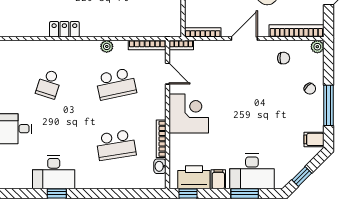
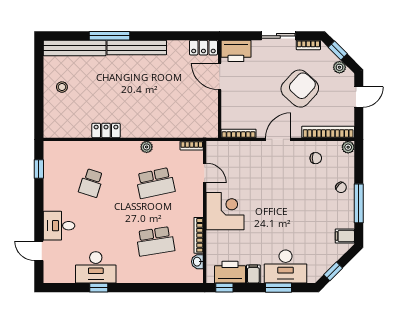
bookcase: (147, 45) -> (192, 146), width x0.64
bookcase: (181, 45) -> (218, 146), removed

